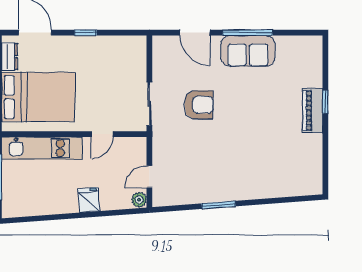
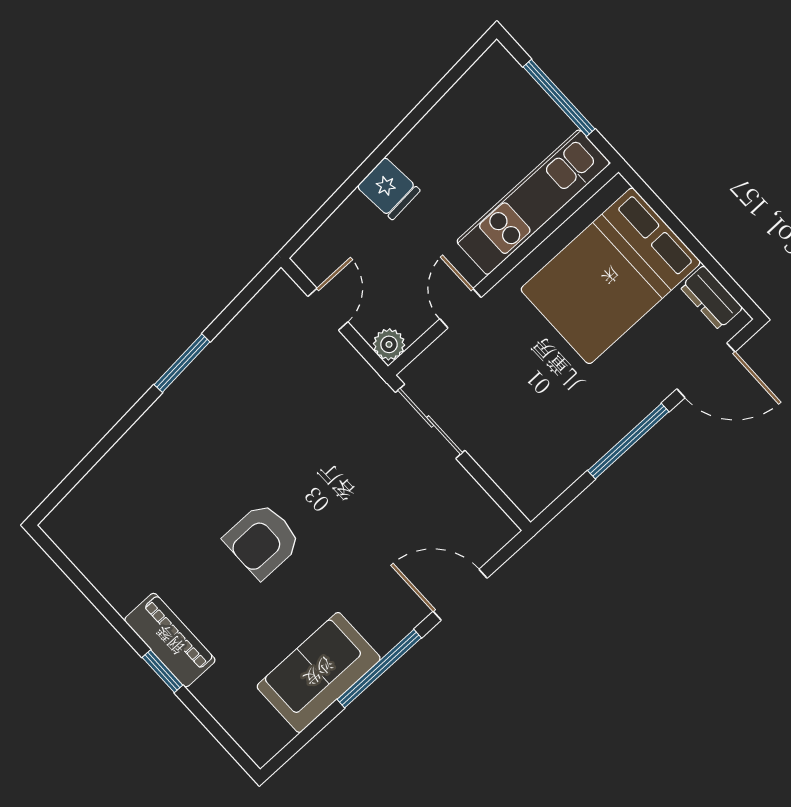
window: (85, 33) -> (628, 441), width x2.17
sofa: (248, 51) -> (319, 672), moved
armchair: (199, 105) -> (262, 541), moved
plant: (139, 200) -> (389, 344), moved

